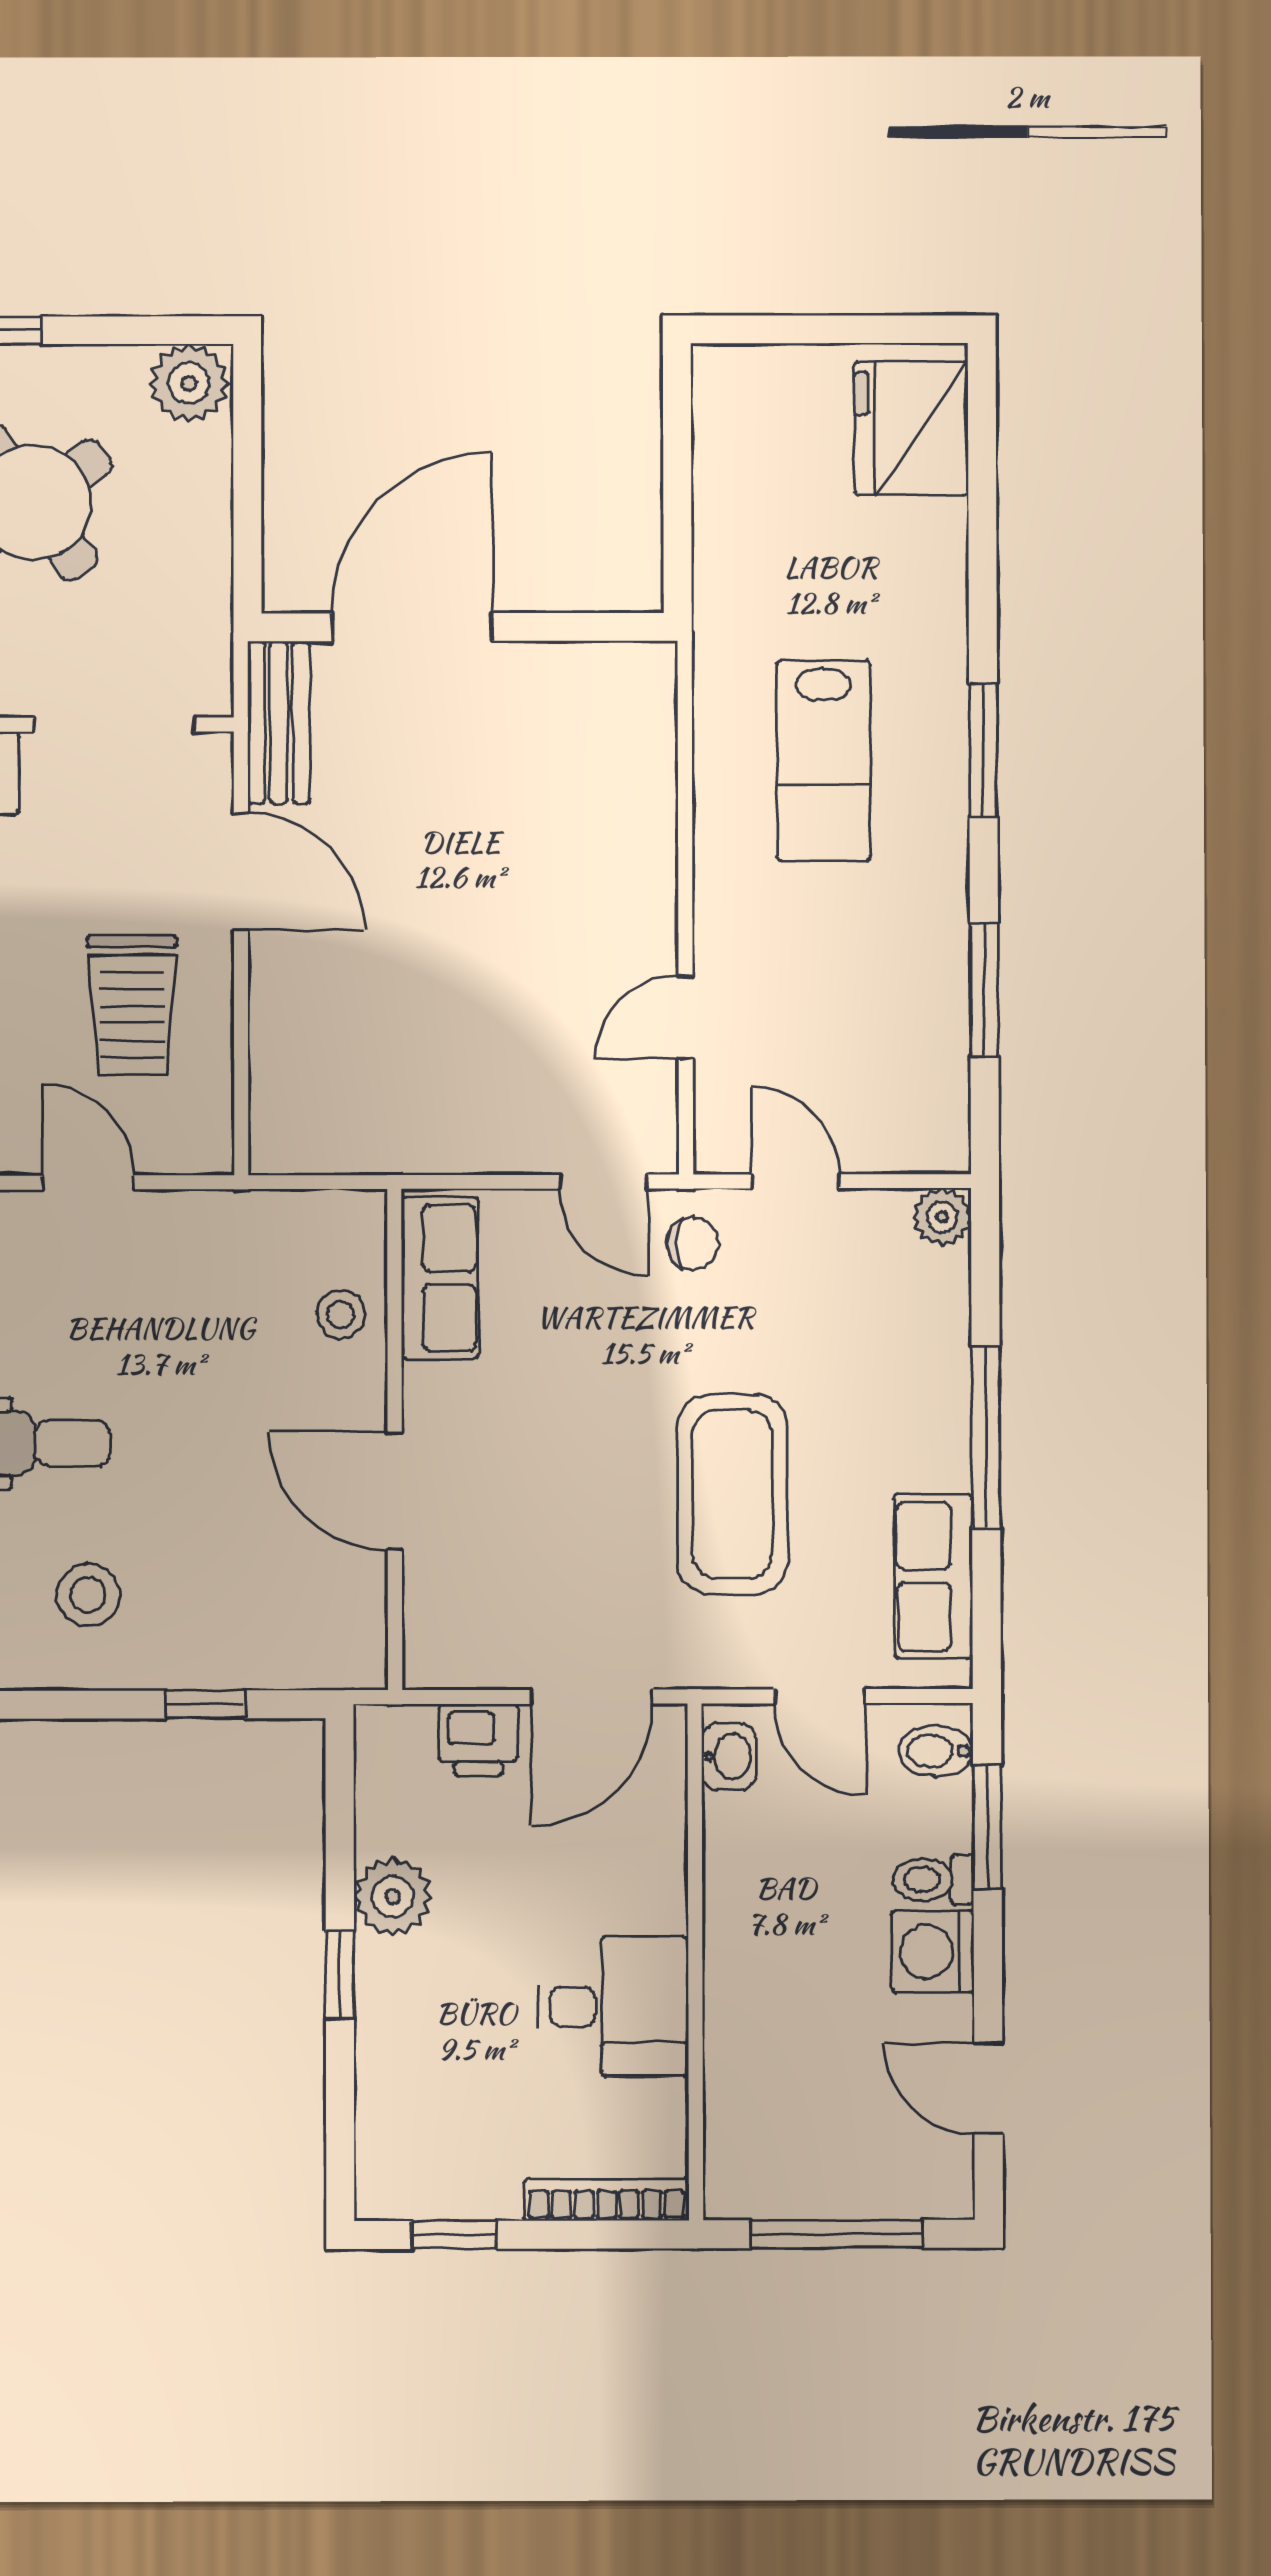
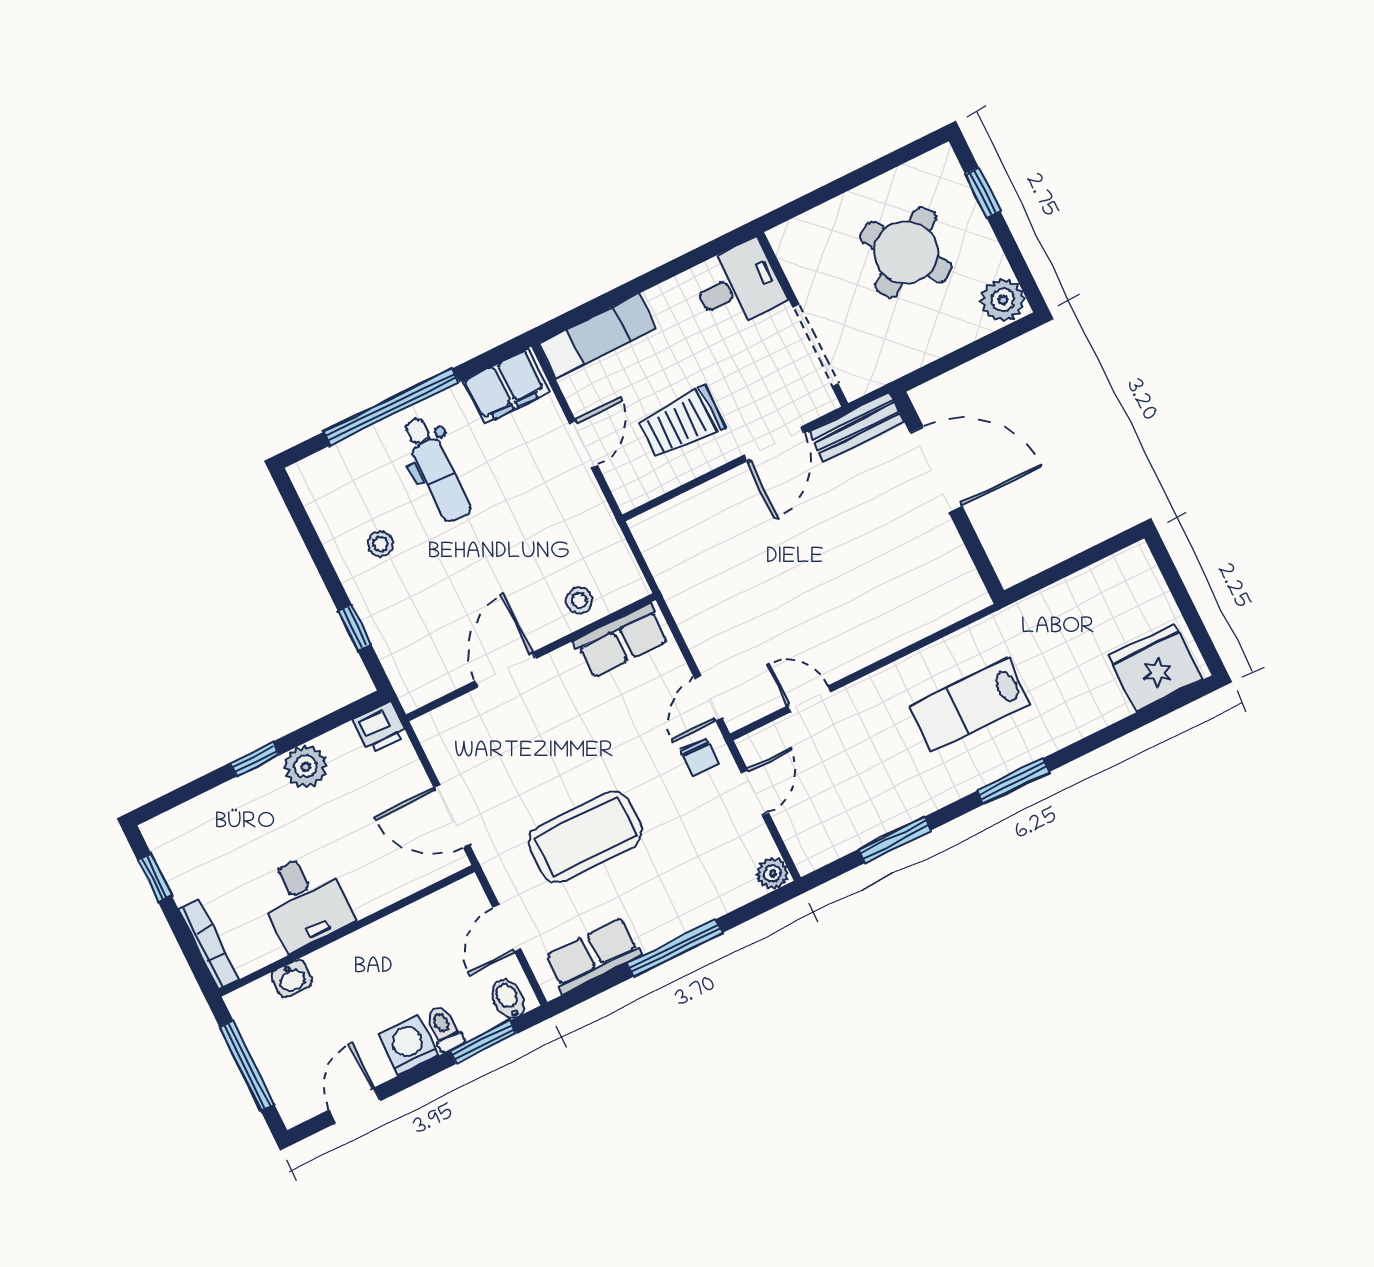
stool: (88, 1595) -> (380, 544), width x0.73, depth x0.73
printer: (478, 1740) -> (380, 728), moved, turned -90
washbasin: (729, 1757) -> (292, 978), moved

